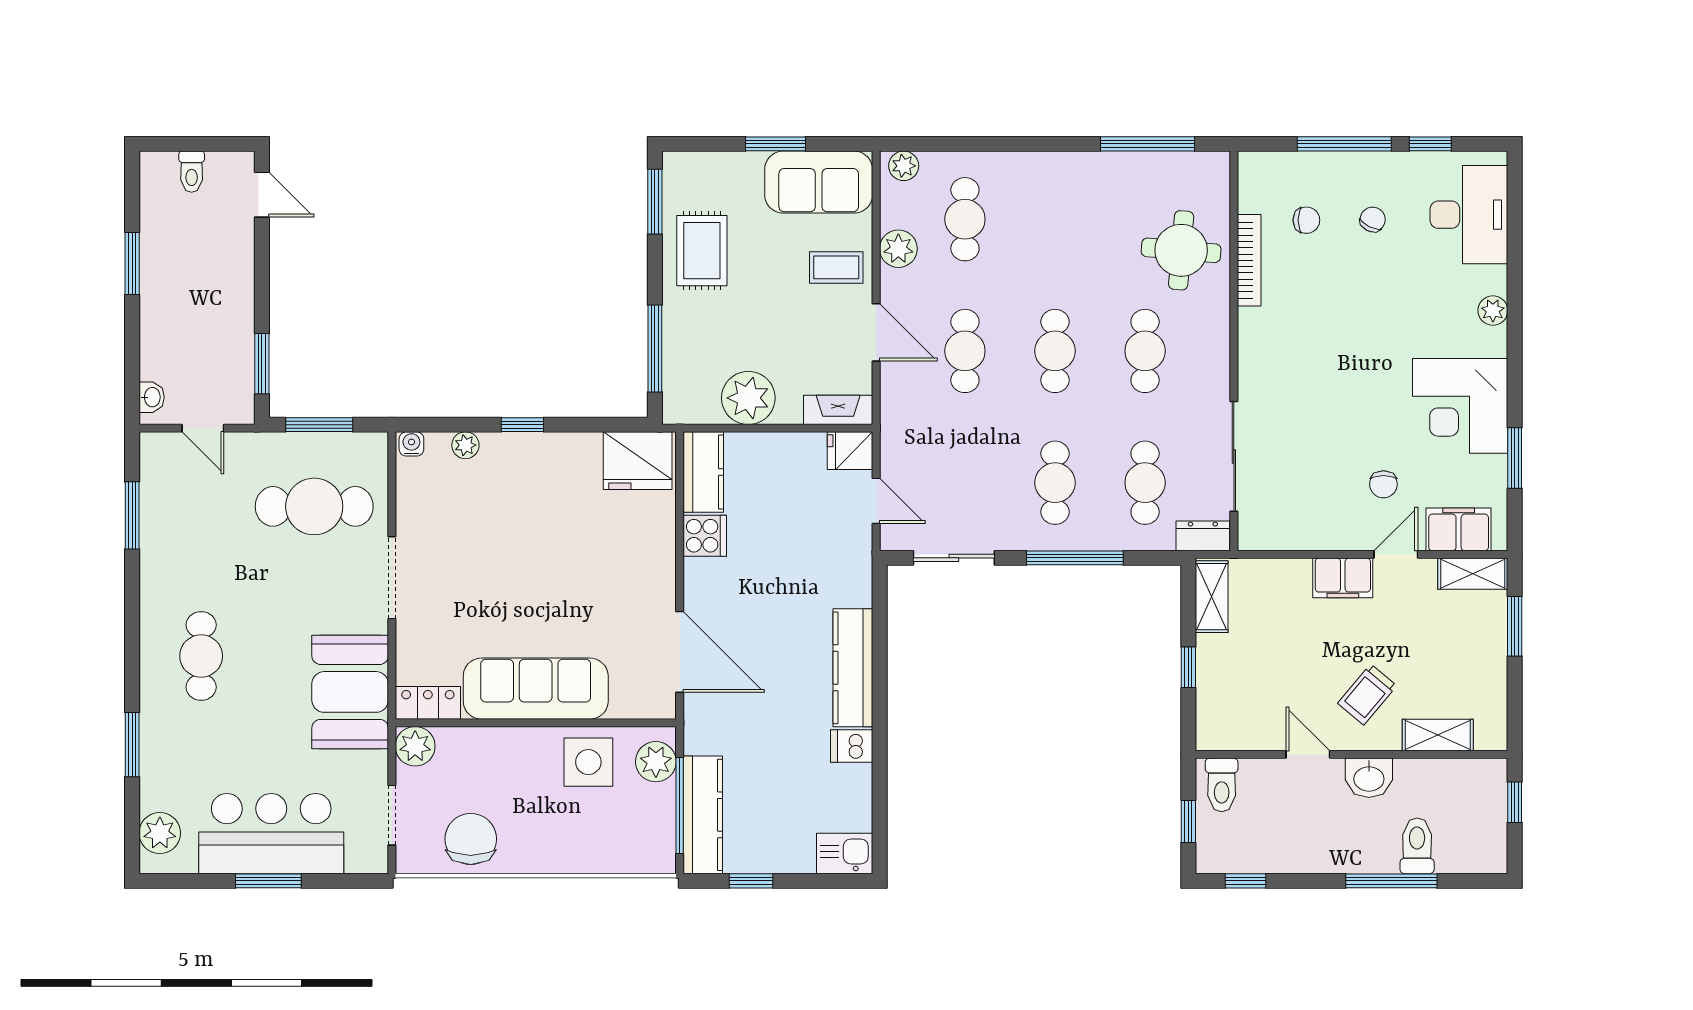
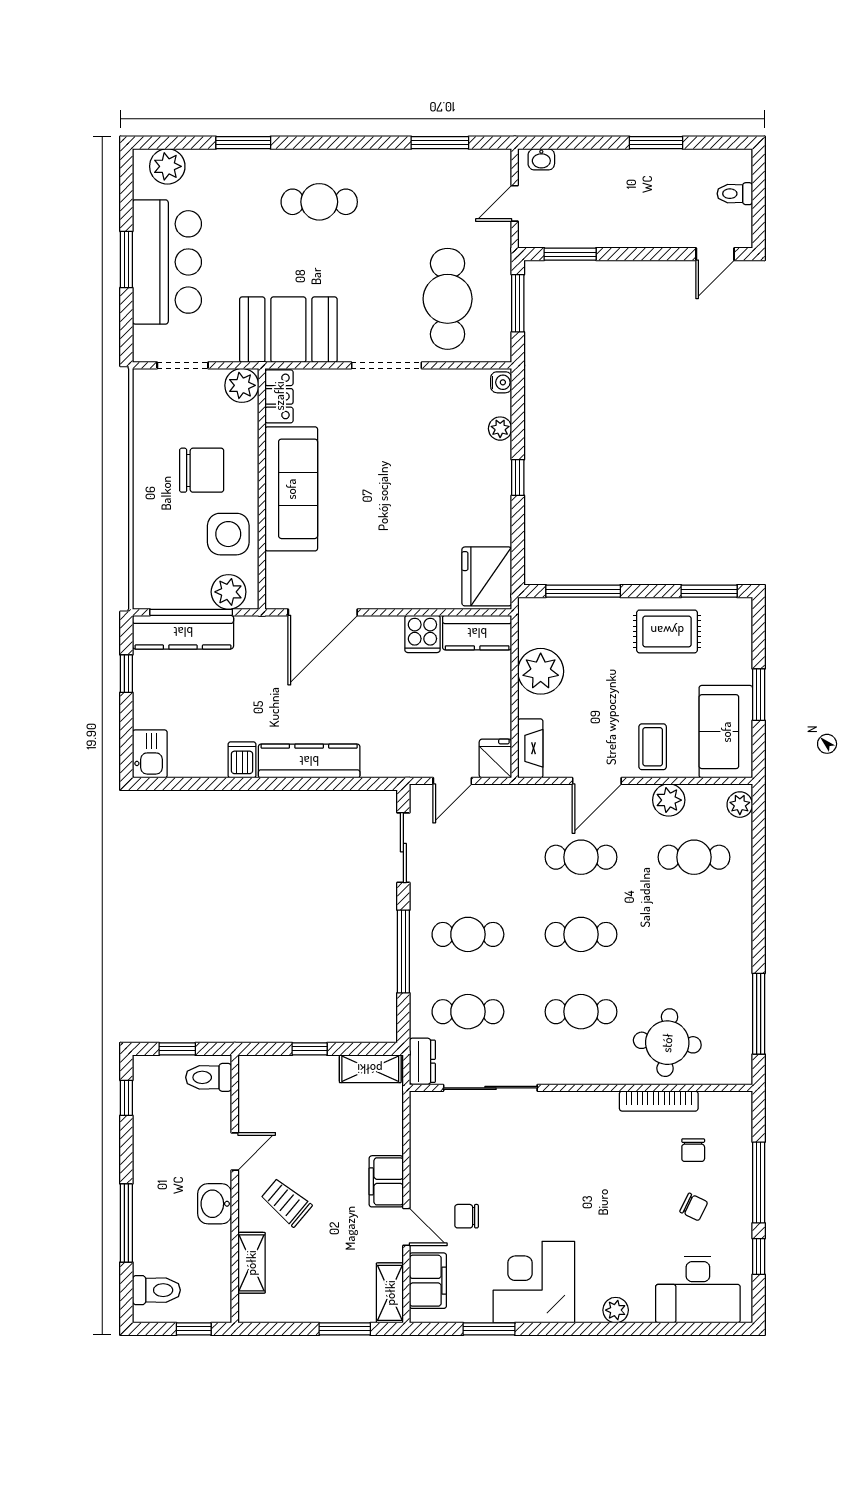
chair: (471, 839) -> (202, 470), moved
toilet: (1417, 846) -> (156, 1290), moved

